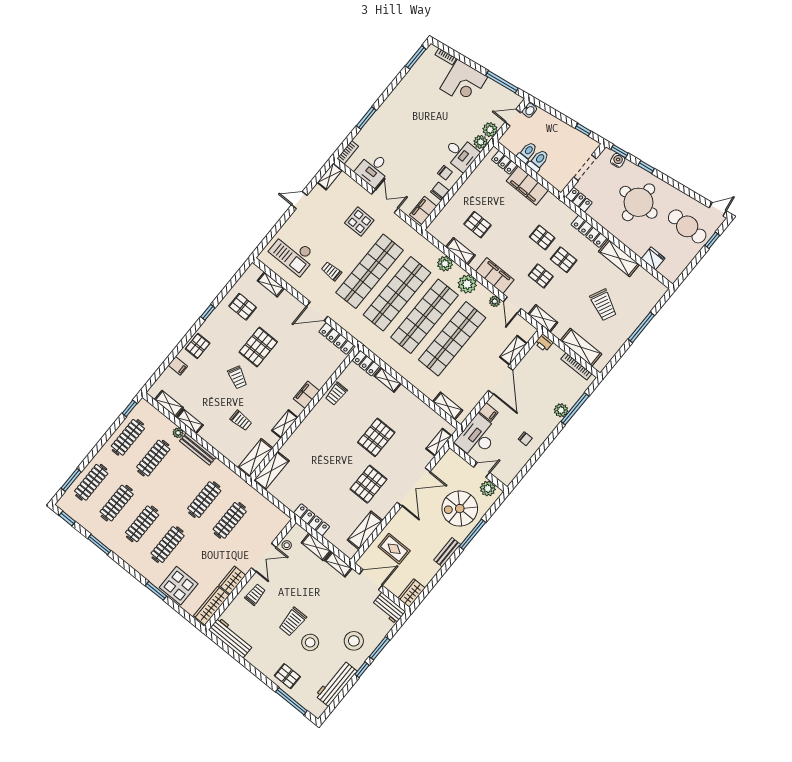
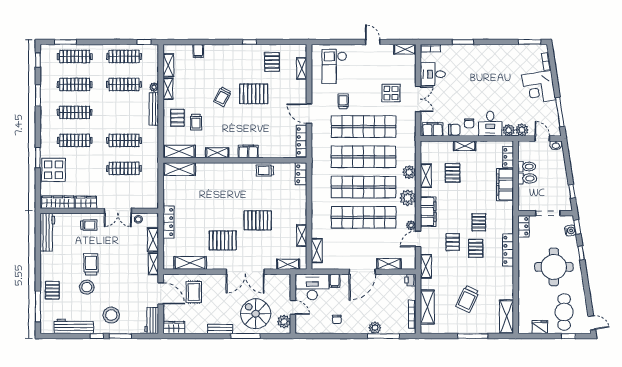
shelving: (462, 194) -> (465, 146), added
shelving: (619, 258) -> (507, 317), moved
fridge: (653, 258) -> (540, 327), moved, turned -90
pallet: (198, 346) -> (177, 118), moved, turned 90
shelving: (388, 380) -> (302, 236), moved
trolley: (293, 622) -> (91, 264), turned 90

